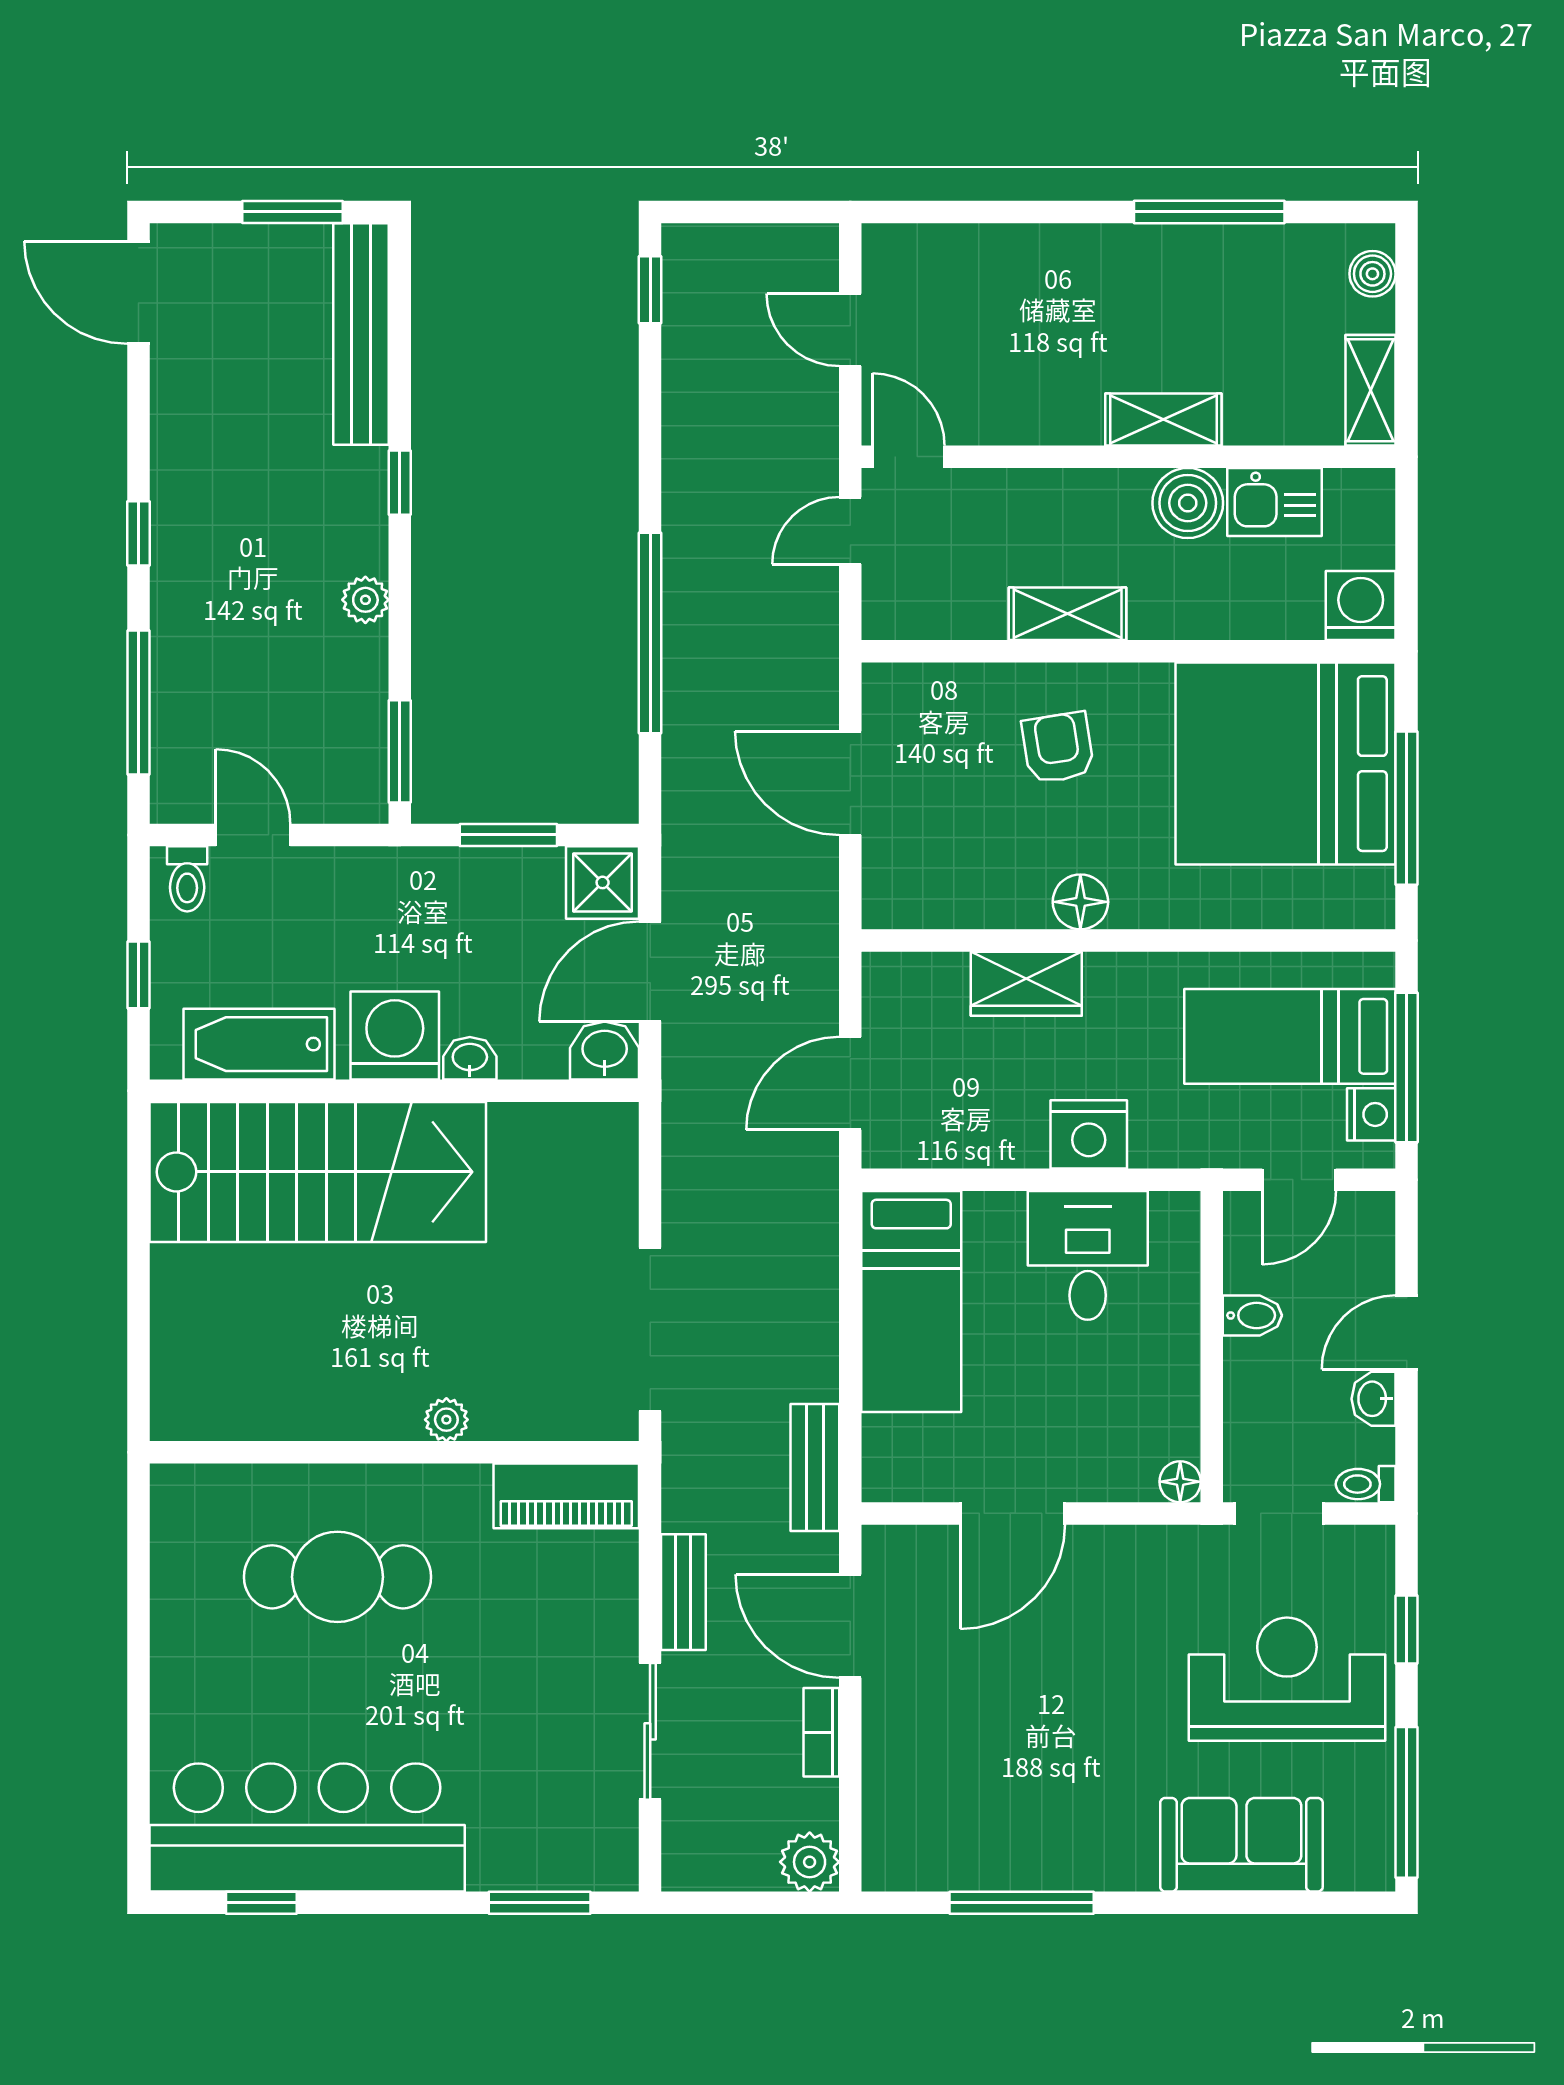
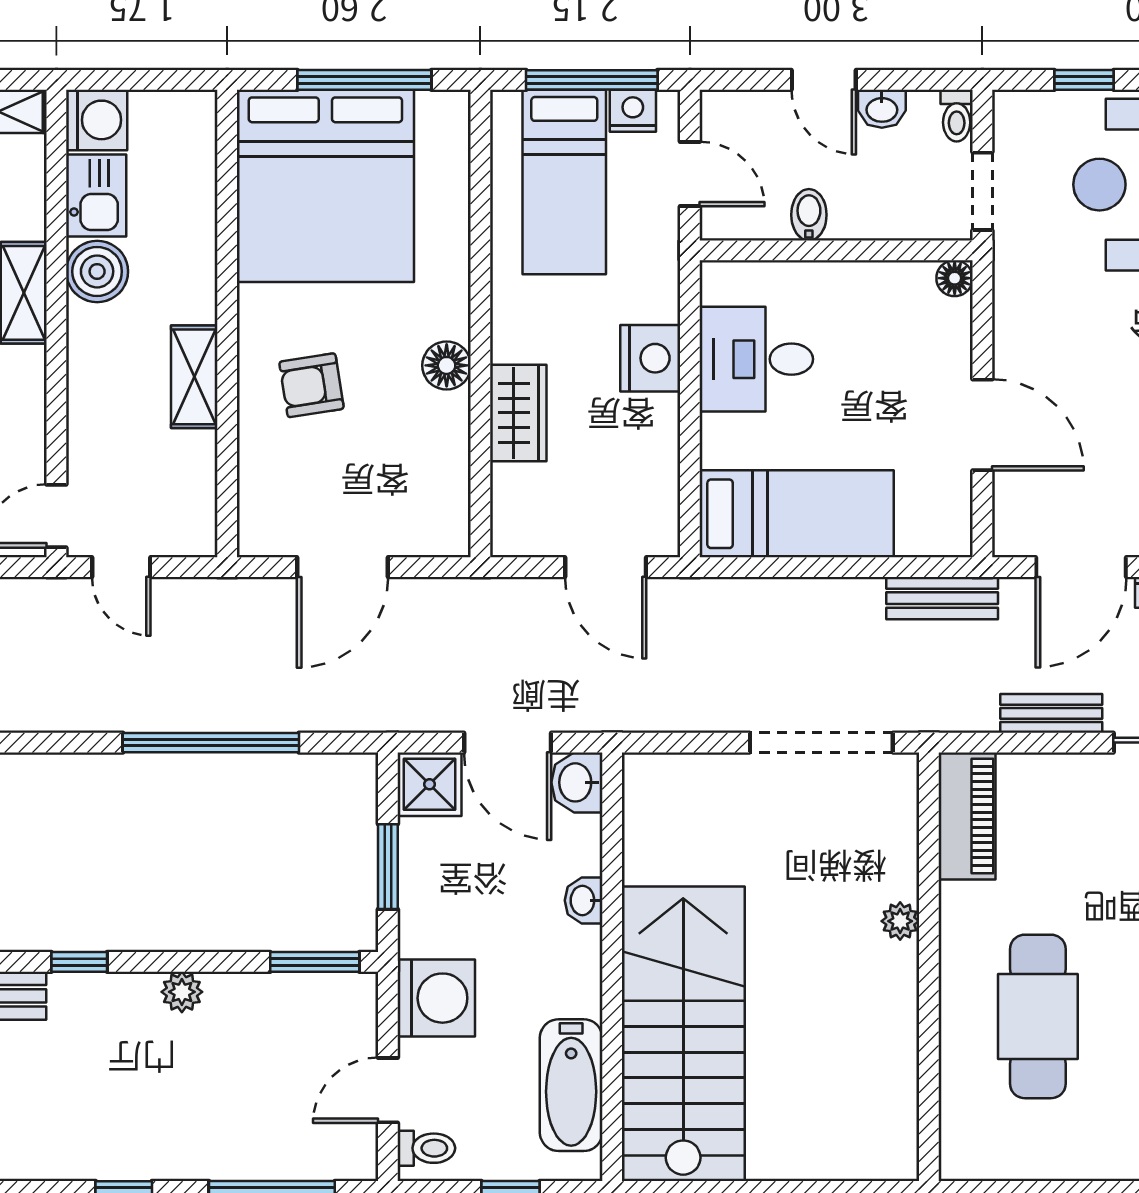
washing machine: (1361, 606) -> (97, 120), moved, turned 180
washing machine: (395, 1035) -> (436, 998), moved, turned 180

